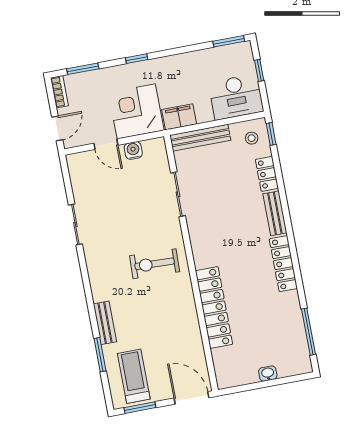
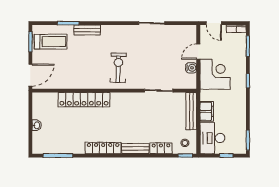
filing cabinet: (179, 117) -> (207, 111), moved

